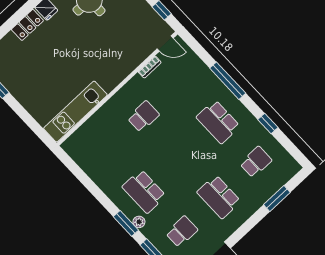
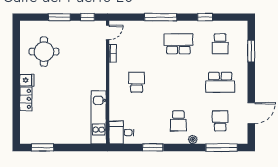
school desk: (218, 122) -> (178, 44), turned 180
desk: (81, 147) -> (121, 133), added
school desk: (256, 162) -> (220, 44), turned 180
school desk: (144, 191) -> (178, 121), width x0.54
window: (126, 223) -> (153, 148), moved

